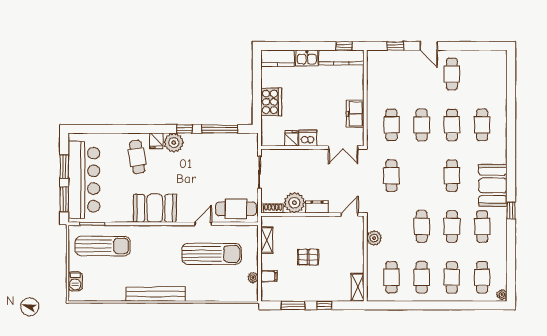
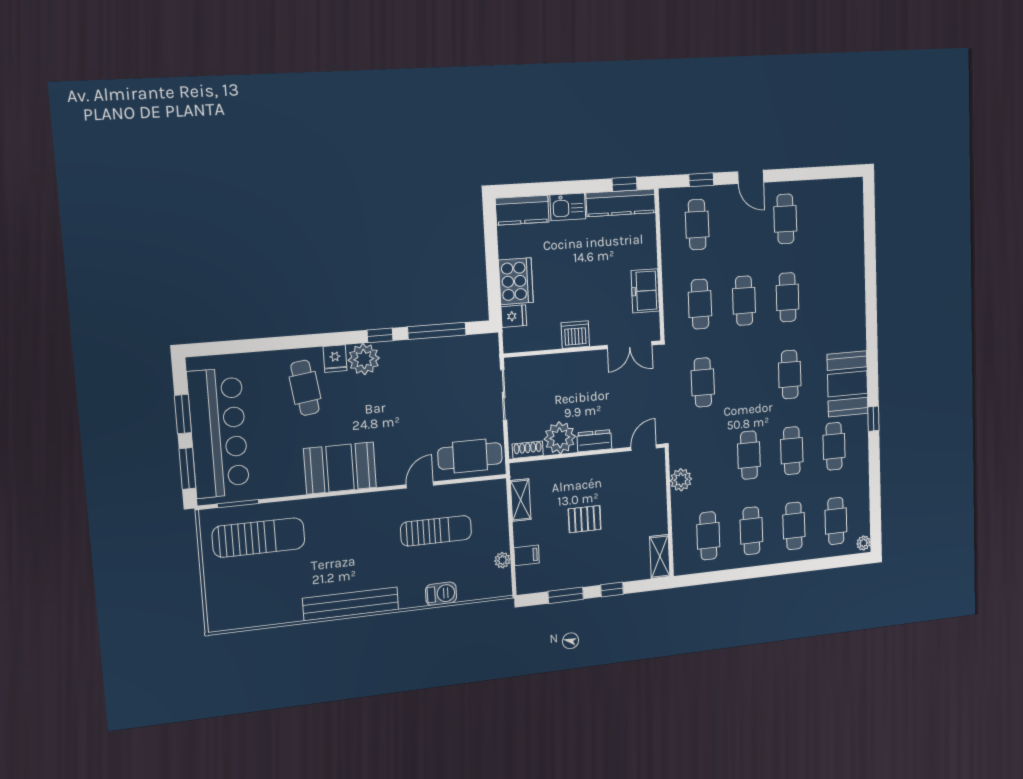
cafe table: (482, 125) -> (697, 225), moved
fridge: (291, 138) -> (514, 316), moved, turned 90
sun lounger: (212, 254) -> (436, 531), width x0.73, depth x0.75
barbecue: (75, 281) -> (441, 594), moved, turned -90

